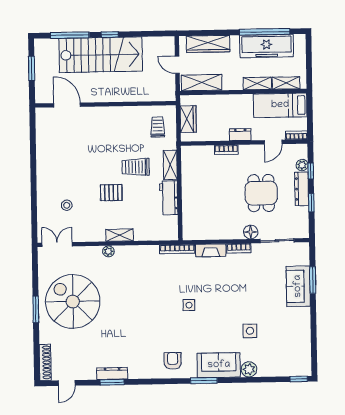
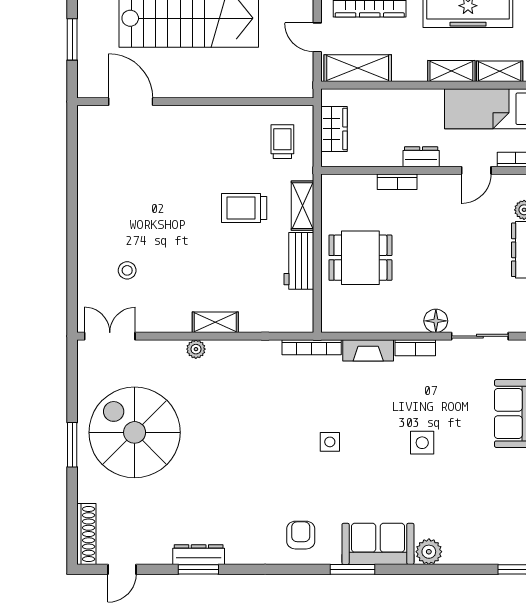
pallet: (111, 193) -> (202, 250), removed
dining table: (261, 193) -> (360, 258), moved, turned 90
side table: (250, 331) -> (422, 443), moved

